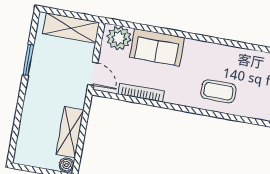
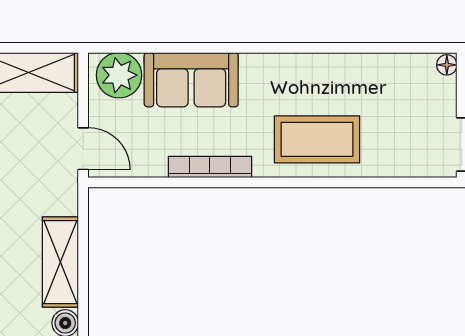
coffee table: (218, 91) -> (317, 139), width x1.36, depth x1.32
bookcase: (141, 93) -> (210, 167), moved

